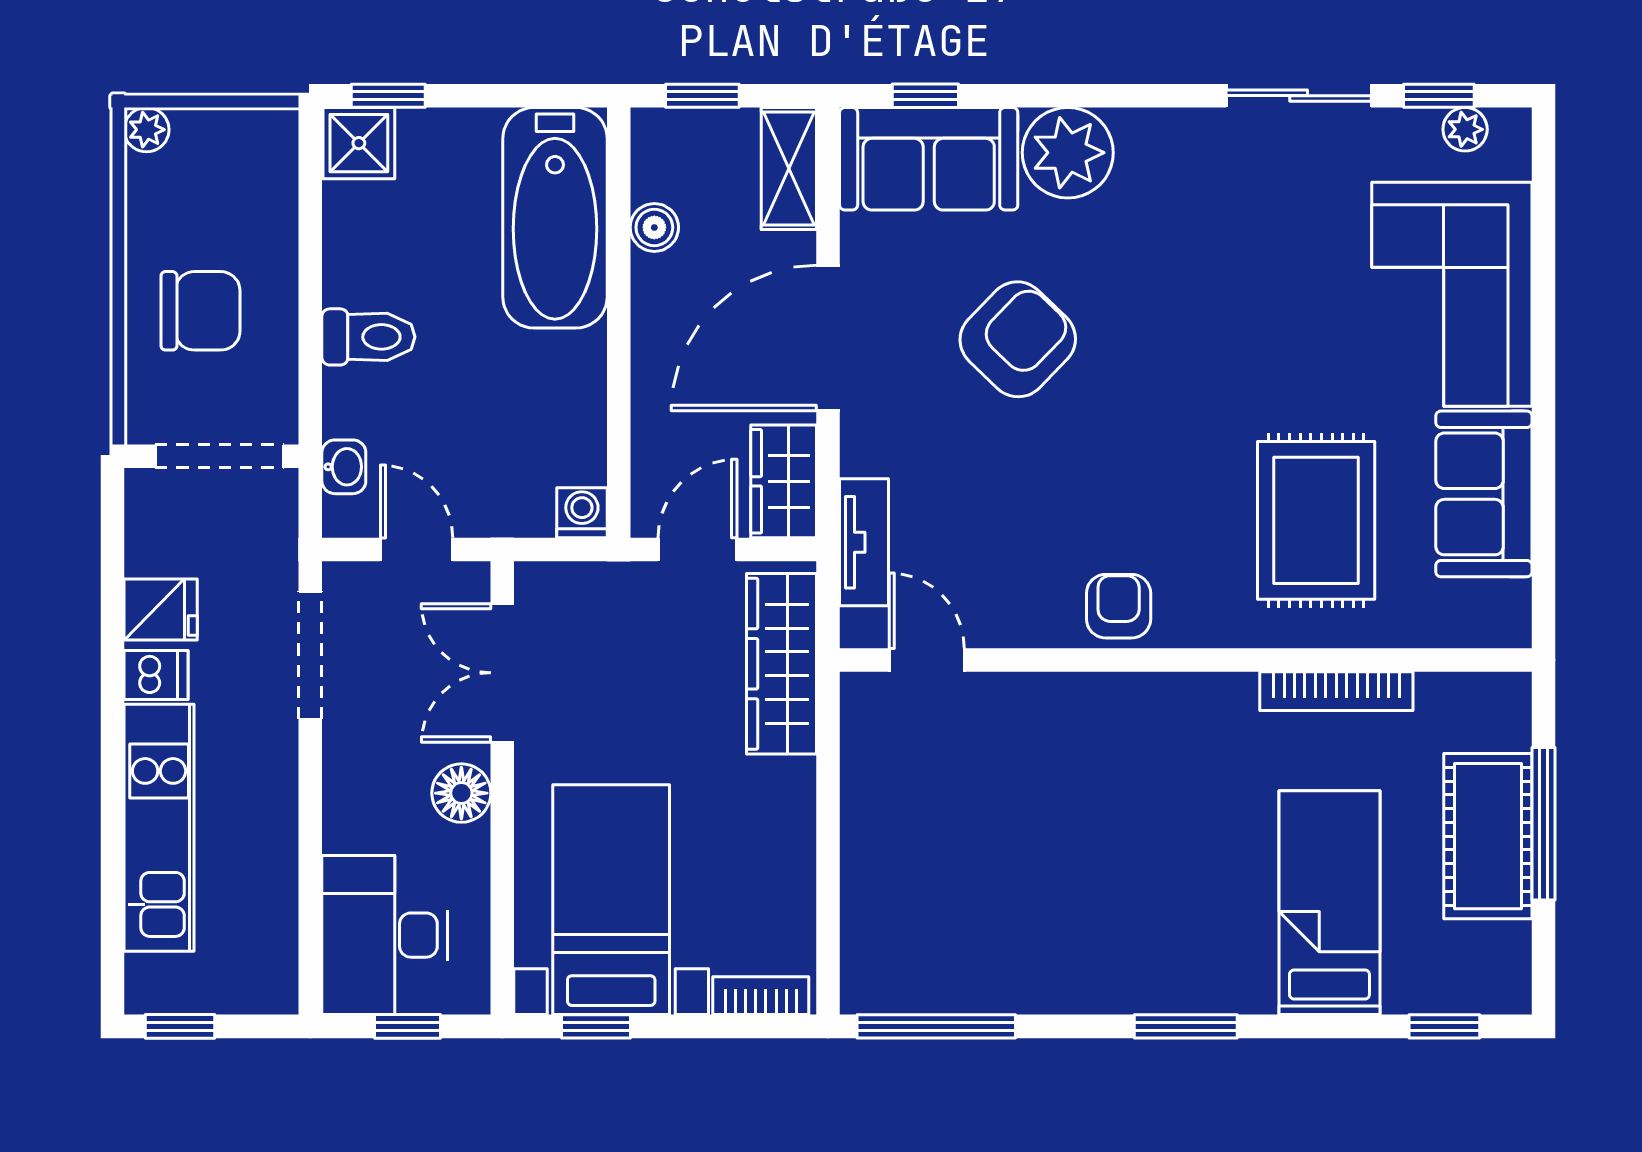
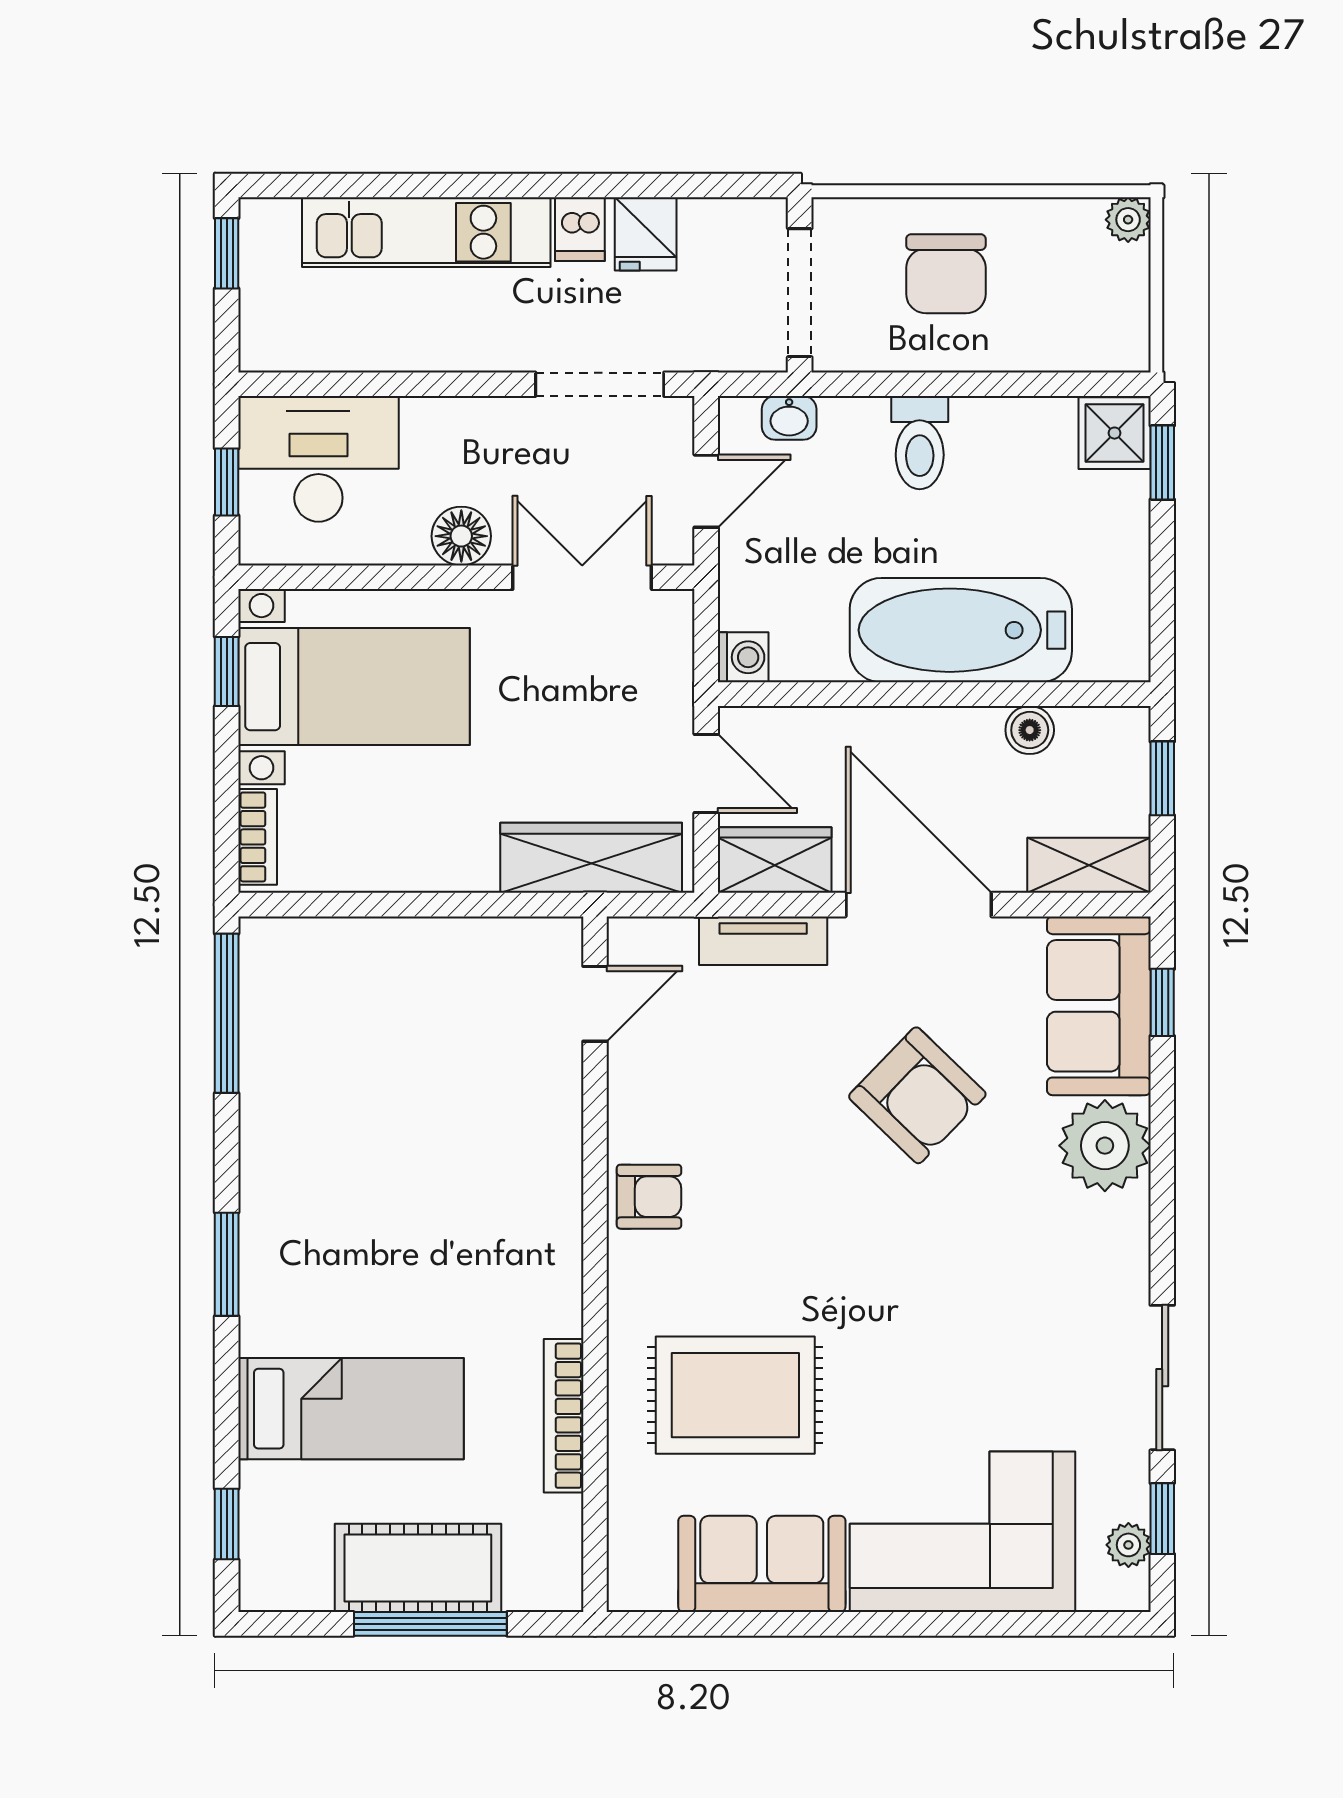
bathtub: (555, 218) -> (961, 630), moved
tv unit: (864, 542) -> (763, 941), moved

